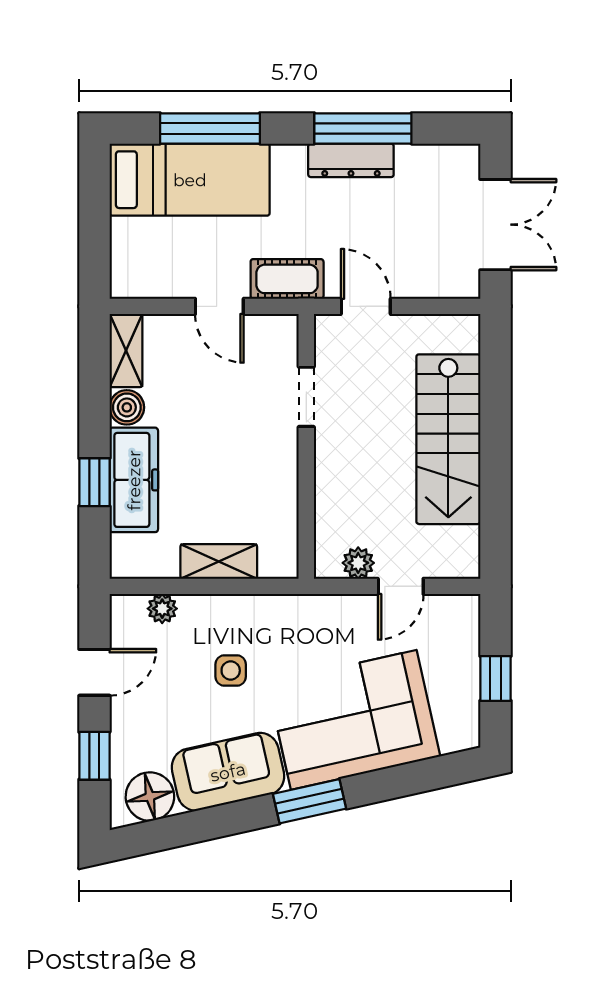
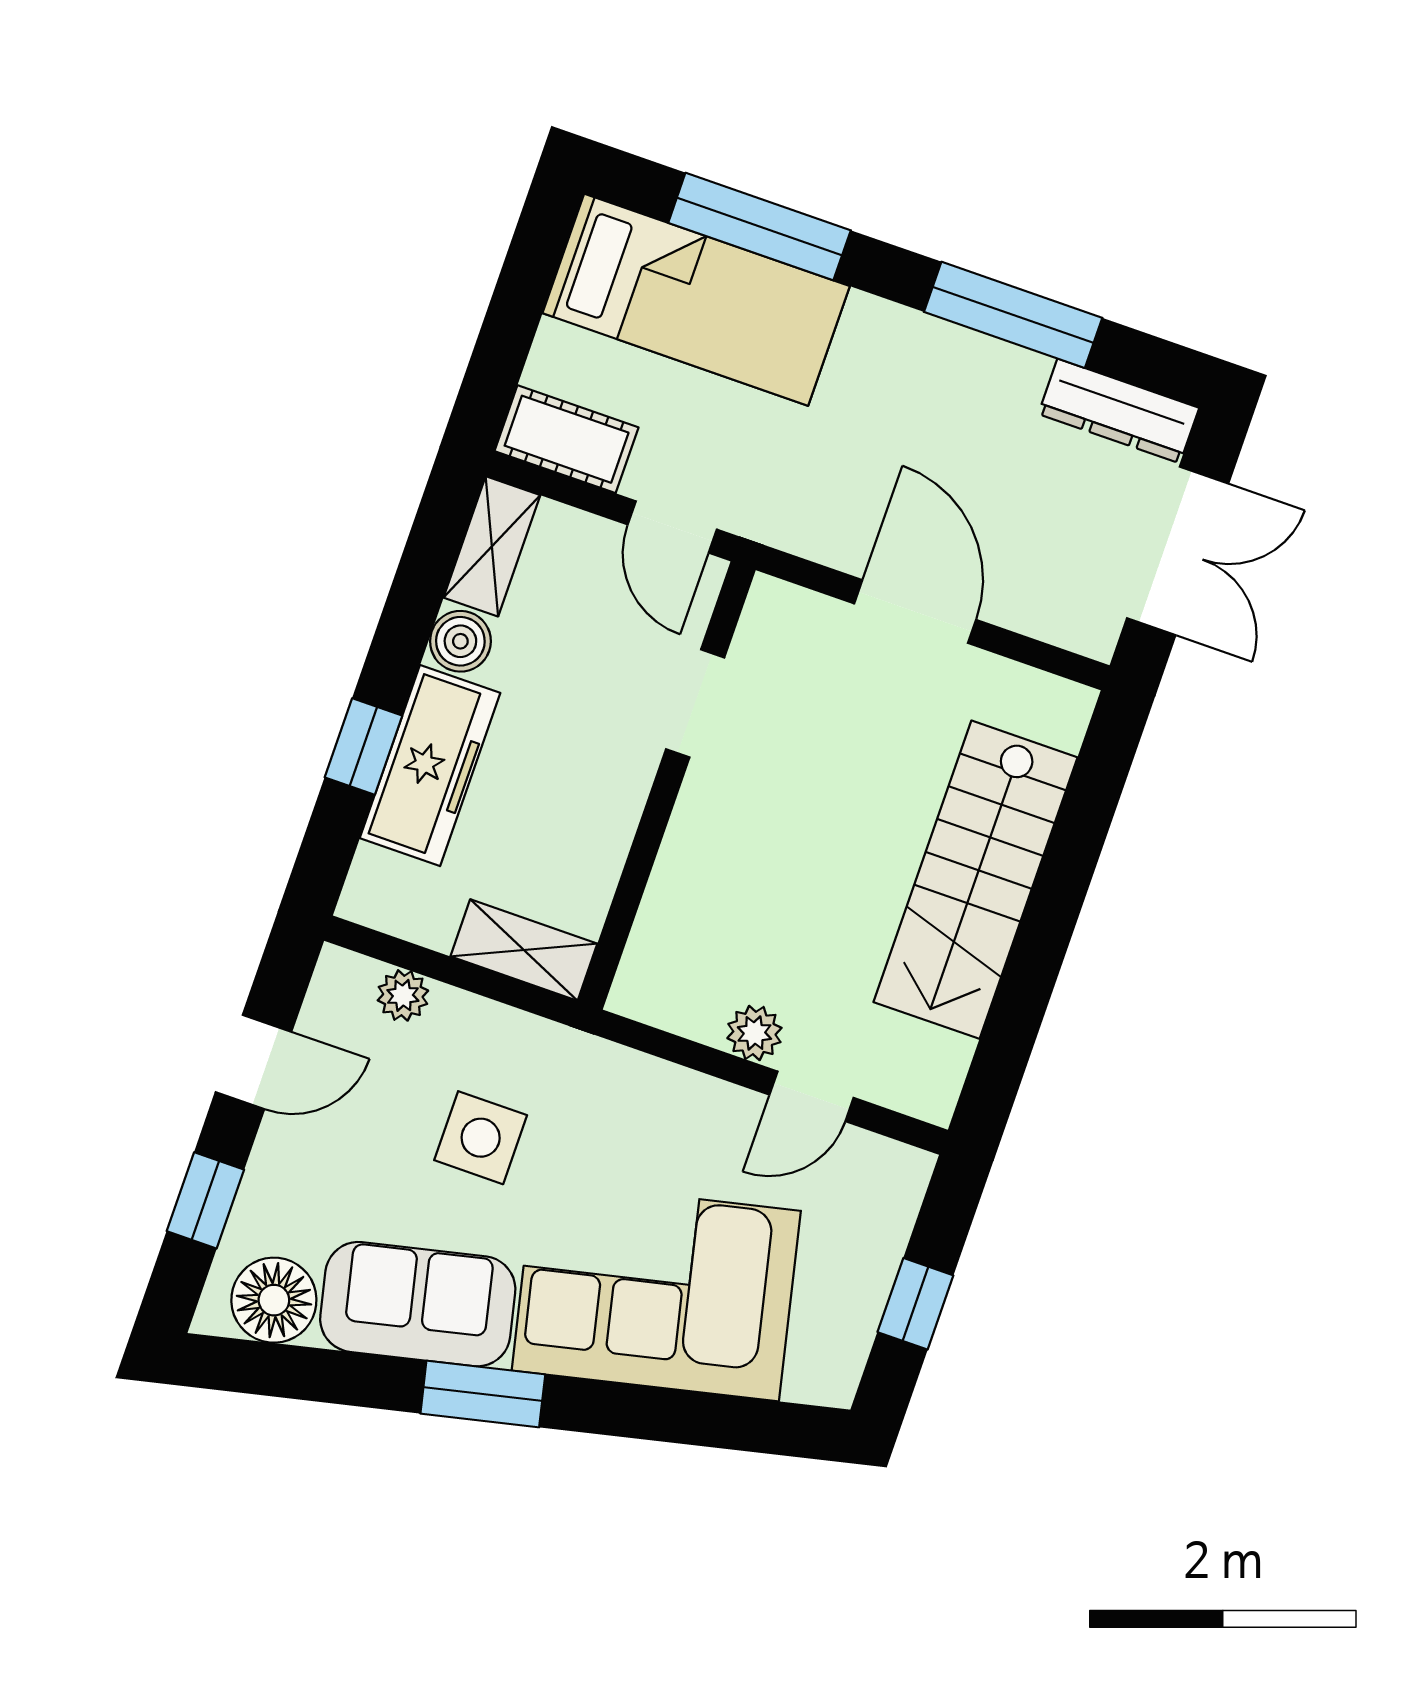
dresser: (351, 160) -> (1119, 411), moved
cot: (287, 279) -> (567, 439), moved
door: (366, 306) -> (915, 612), width x1.38
doorway: (306, 397) -> (695, 703), moved
wall: (306, 446) -> (667, 785), moved
side table: (231, 671) -> (481, 1138), width x1.37, depth x1.37
window: (310, 801) -> (483, 1394), moved

